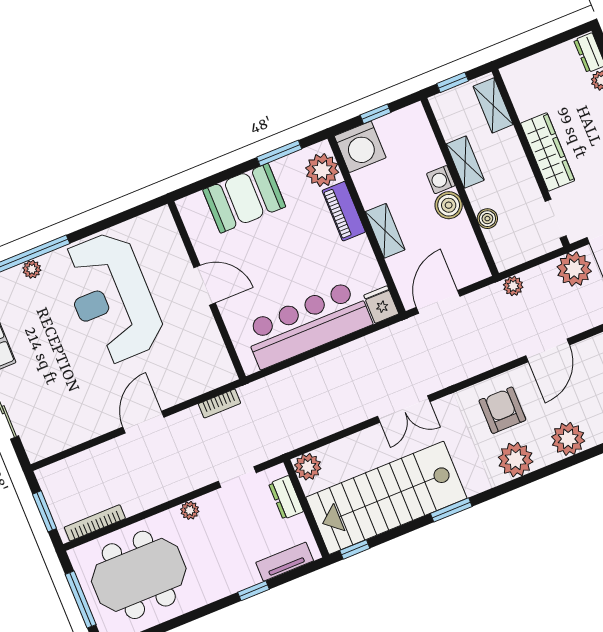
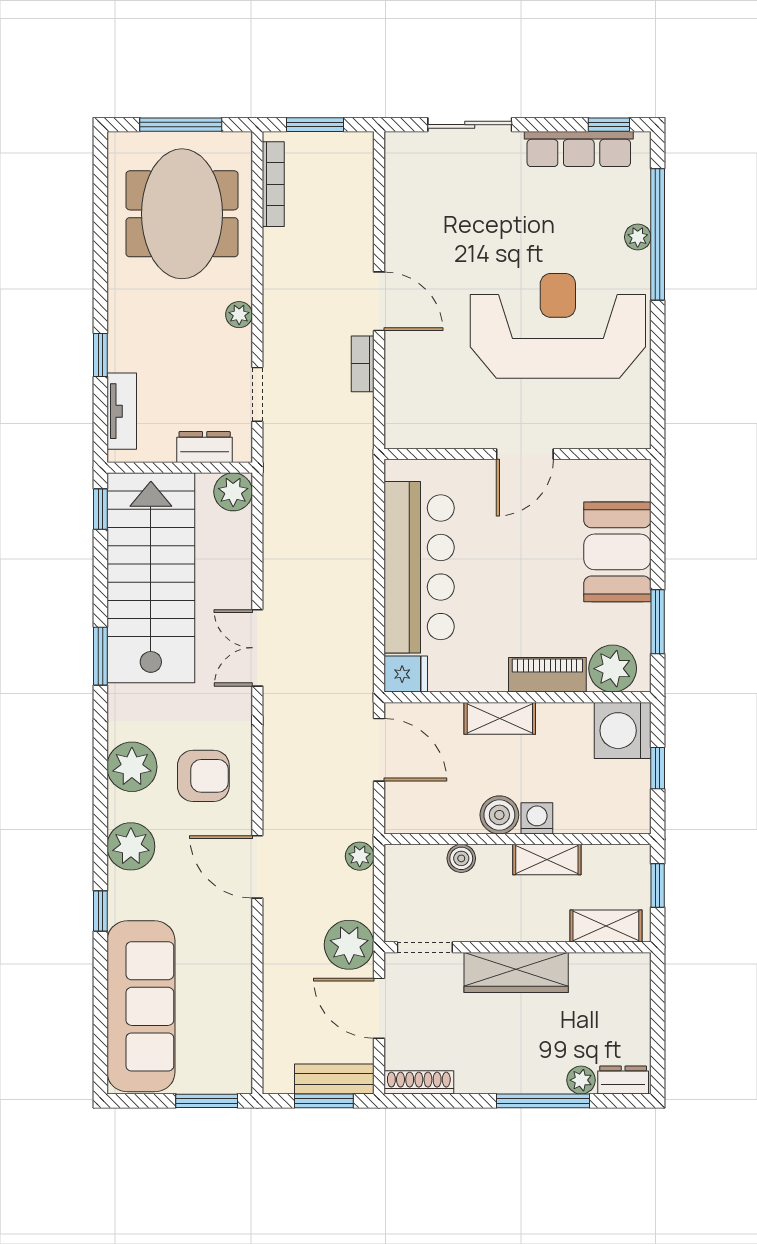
bookcase: (219, 403) -> (363, 364), moved

